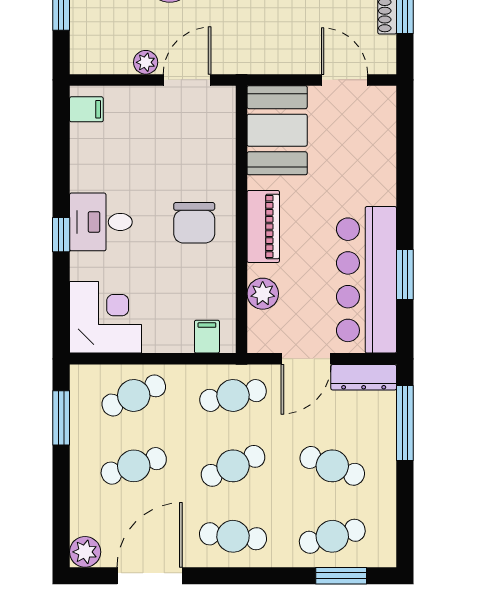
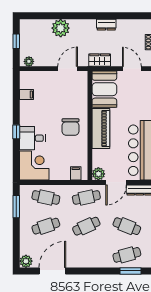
wardrobe: (266, 59) -> (100, 60), added
plant: (146, 62) -> (29, 61), moved
filing cabinet: (86, 109) -> (27, 95), moved
desk: (101, 222) -> (32, 138), moved
piano: (263, 226) -> (101, 128), width x1.37, depth x1.33
plant: (263, 294) -> (98, 174), moved
cafe table: (134, 395) -> (46, 197), turned 36
cafe table: (233, 536) -> (86, 255), removed

